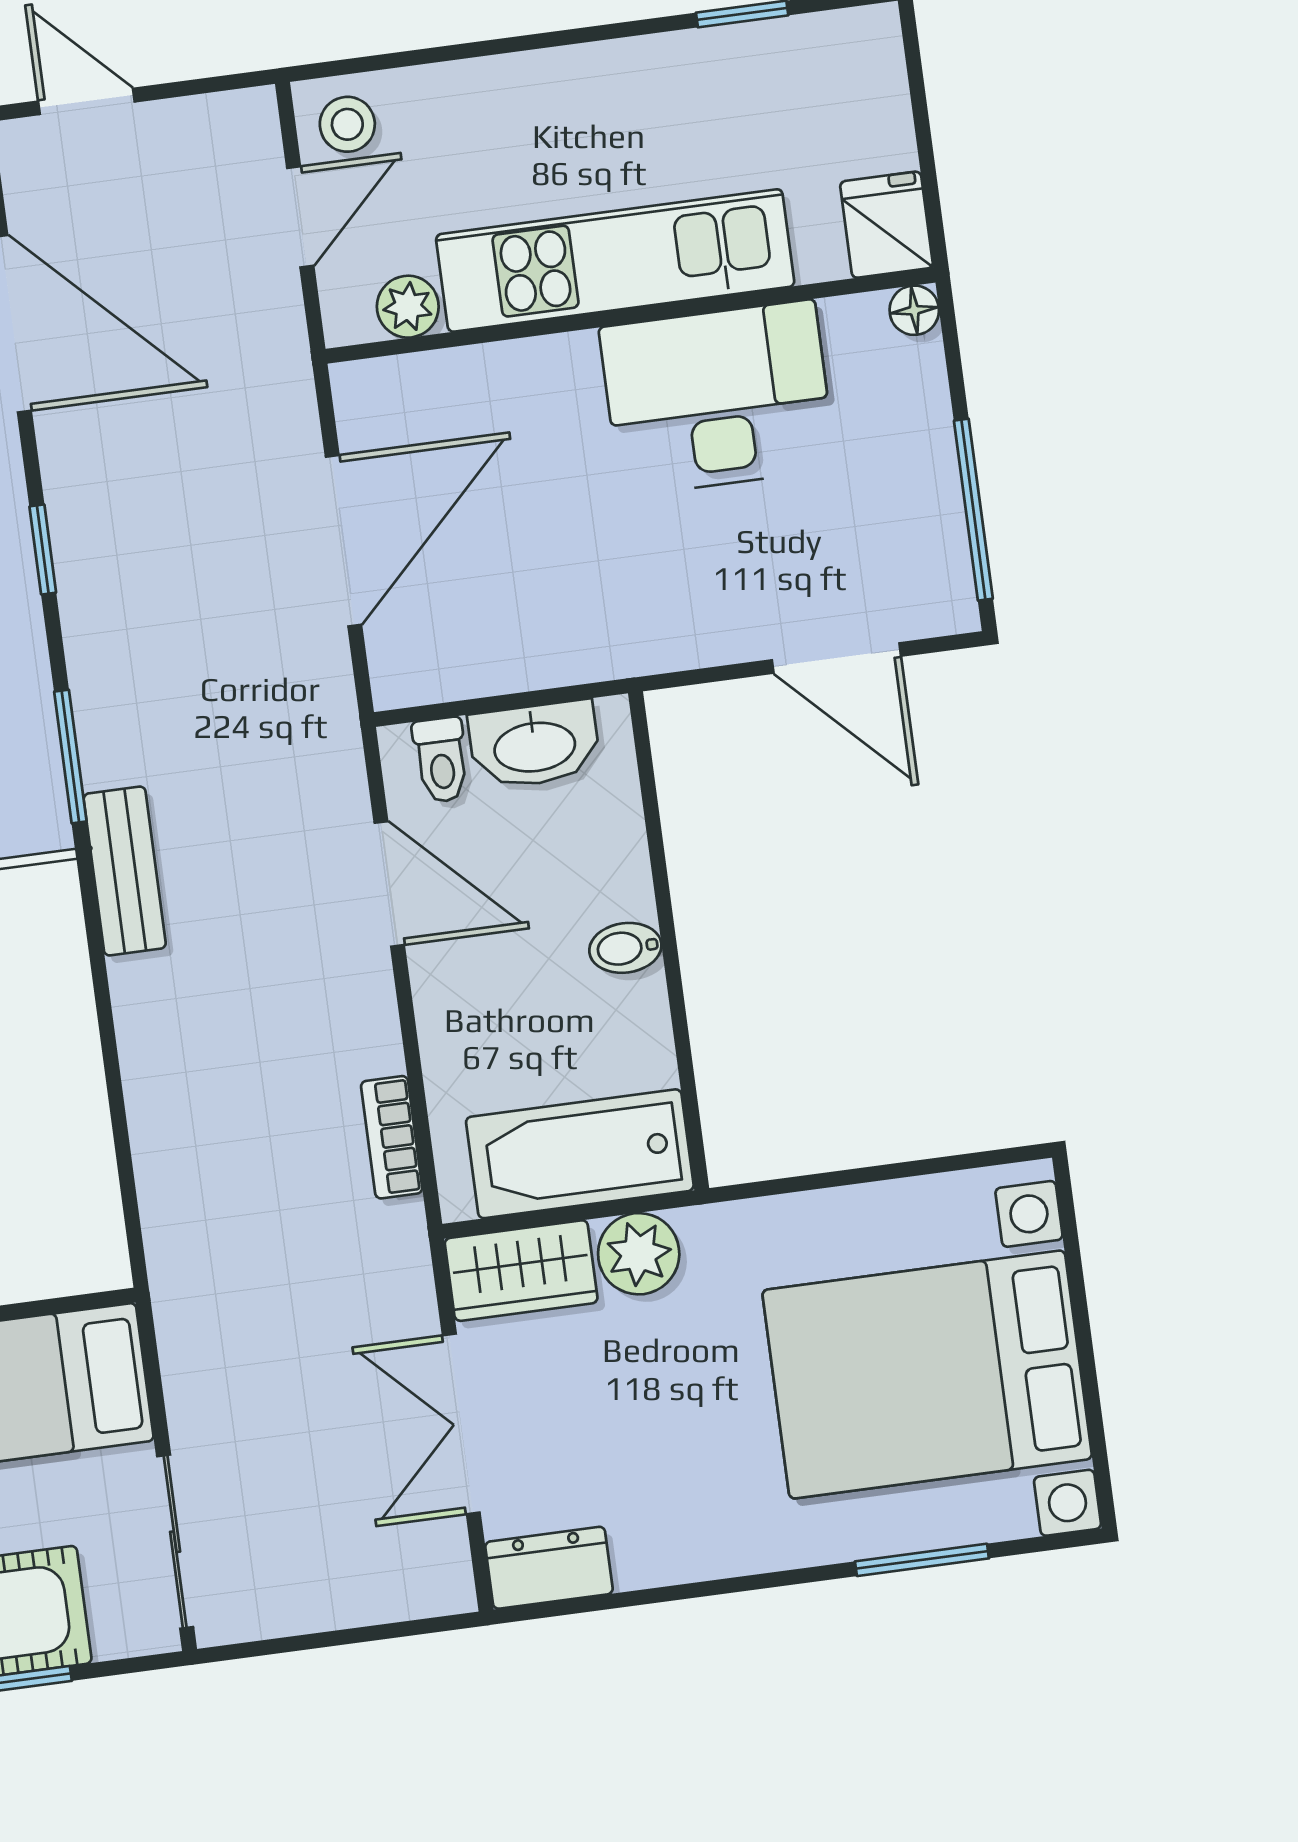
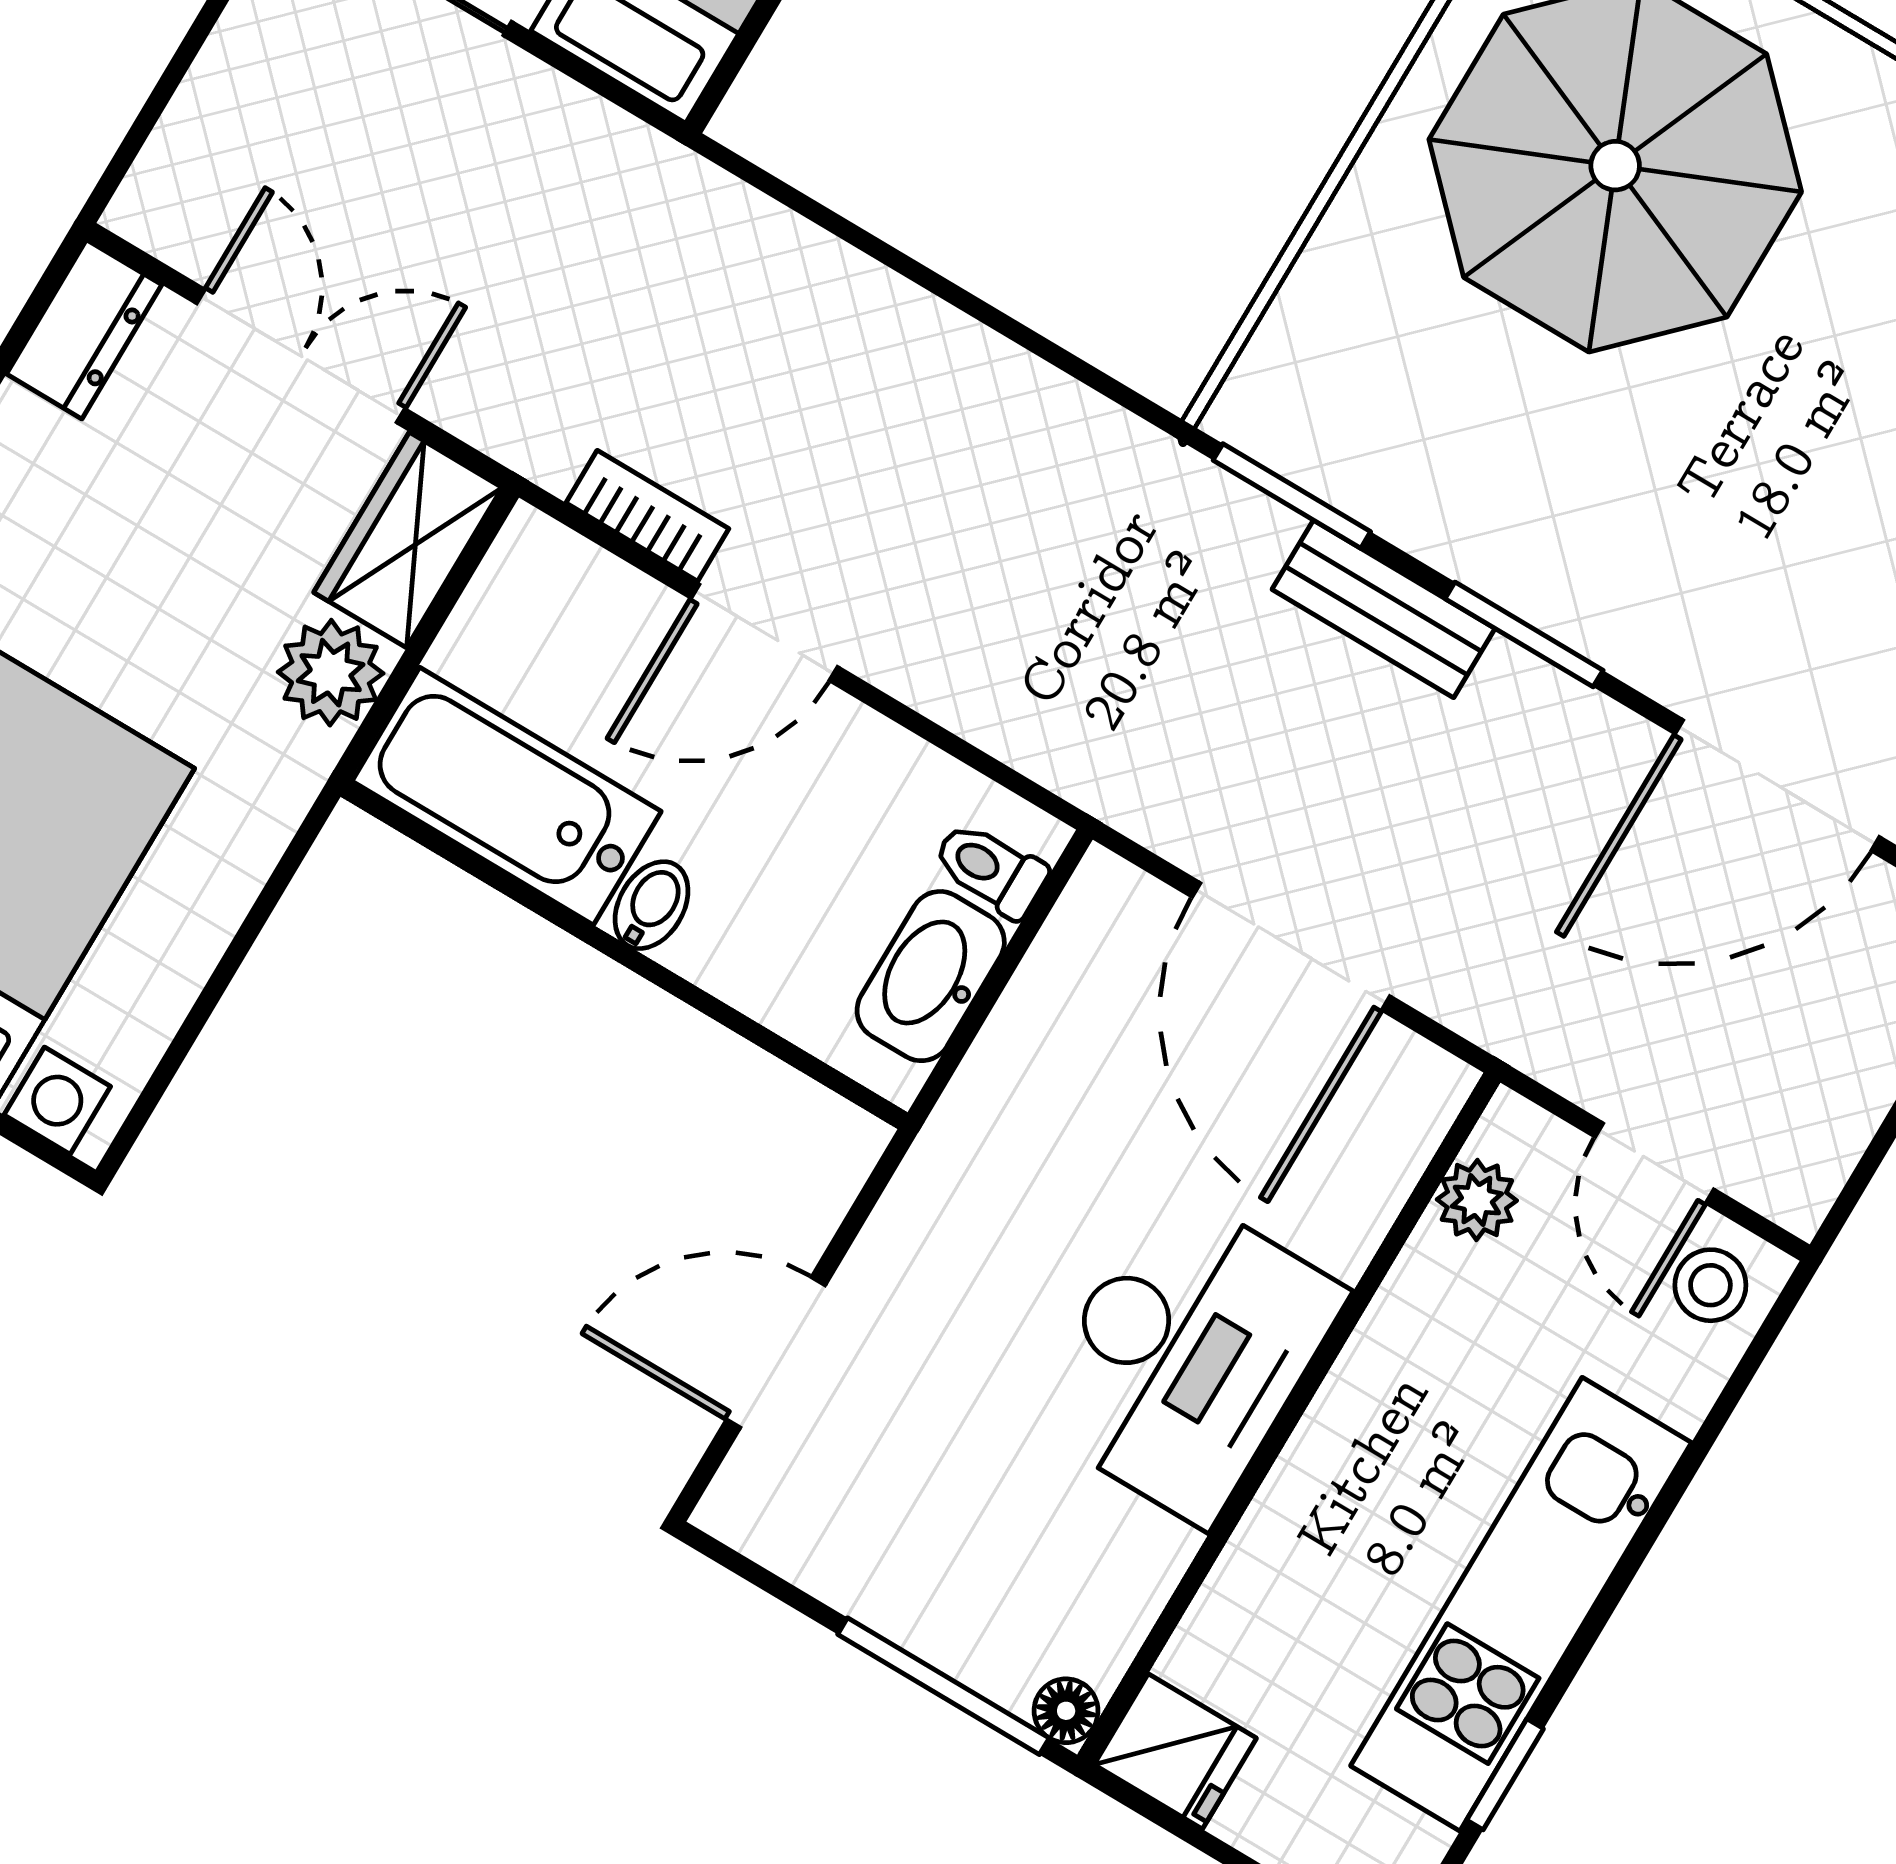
kitchen unit: (615, 260) -> (1521, 1604), moved, turned 180
desk: (718, 398) -> (1186, 1356), moved
window: (973, 510) -> (943, 1686), moved
window: (43, 550) -> (1524, 634), width x1.50
bench: (125, 871) -> (1383, 609), moved
door: (389, 884) -> (764, 632), moved
bathtub: (580, 1154) -> (507, 796), moved, turned -90

